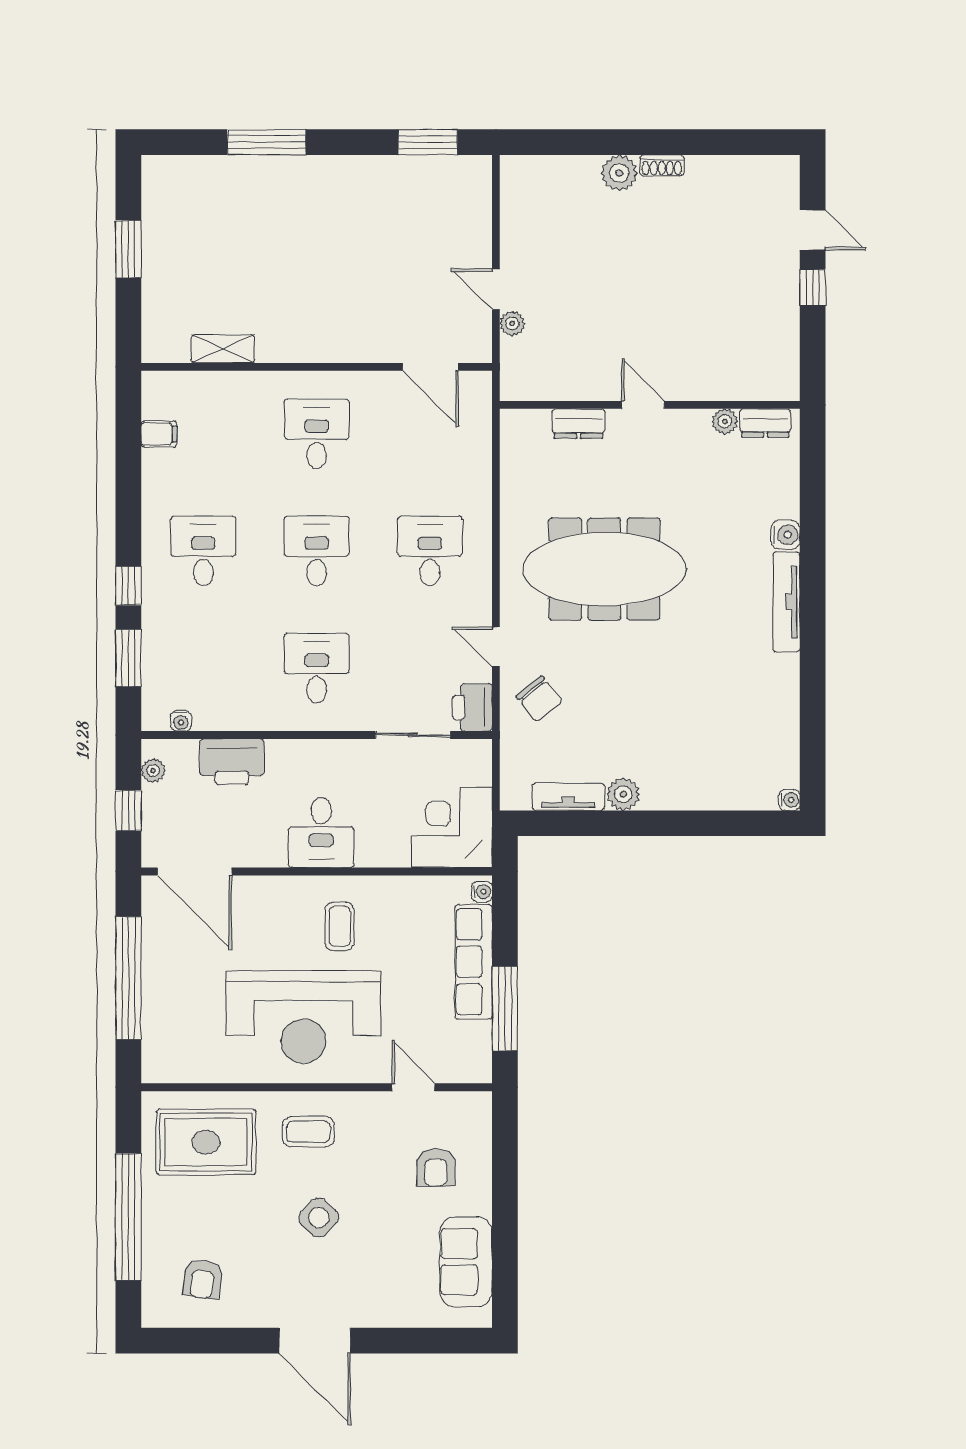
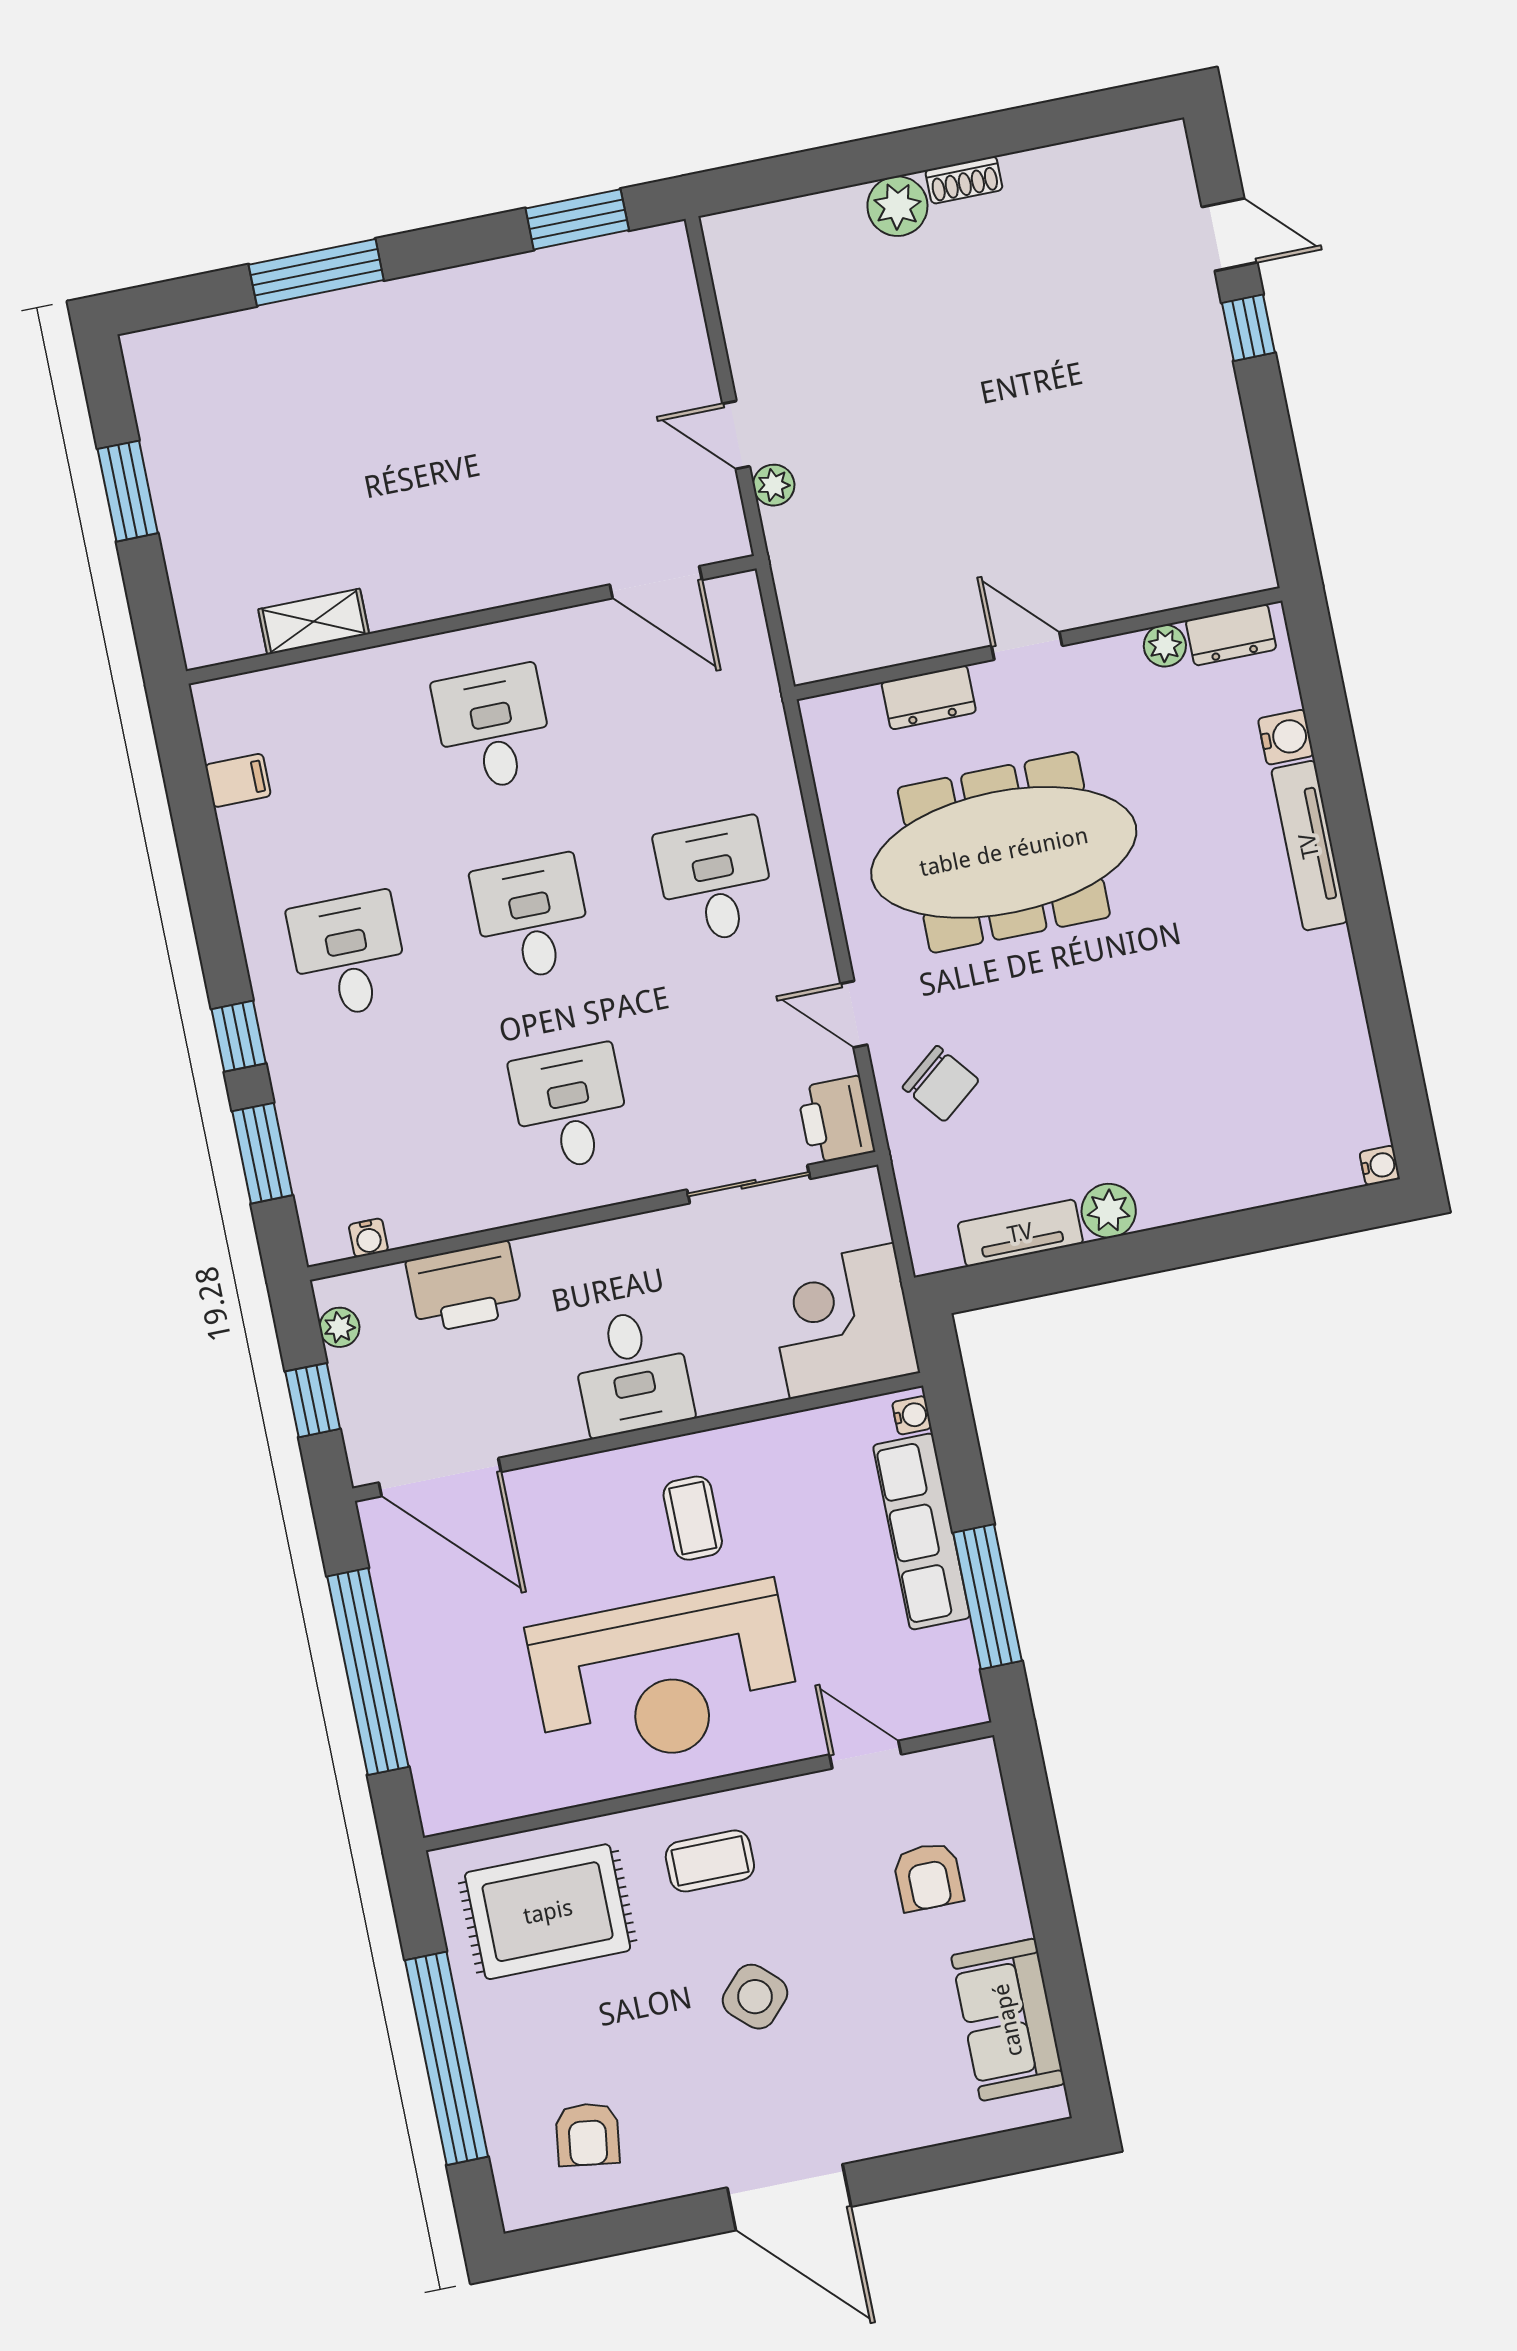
door: (643, 405) -> (1027, 646), moved
wall: (650, 405) -> (1038, 644), moved
plant: (725, 421) -> (1165, 646), moved
dresser: (765, 423) -> (1231, 635), moved
dresser: (579, 424) -> (929, 697), moved

